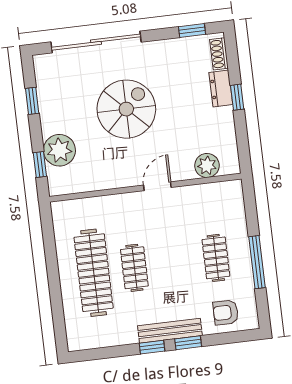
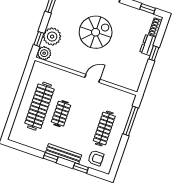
plant: (207, 165) -> (44, 53), moved
clothes rail: (216, 258) -> (104, 128), width x1.36
window: (257, 262) -> (131, 121), moved
armchair: (226, 312) -> (96, 158), turned 180
window: (188, 343) -> (81, 168), moved

